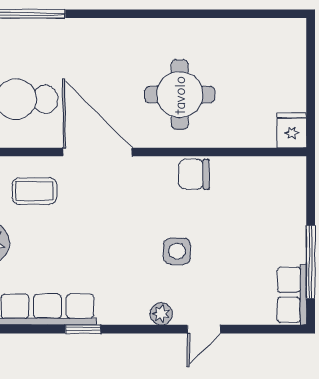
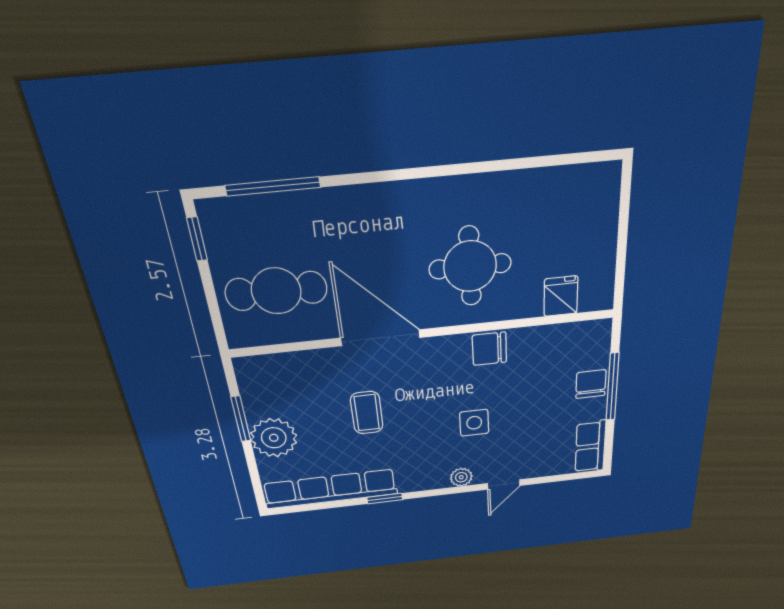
fridge: (292, 130) -> (561, 296), moved
coffee table: (34, 191) -> (367, 413), moved, turned 90
chair: (289, 223) -> (591, 384), added
window: (311, 262) -> (613, 387), moved

